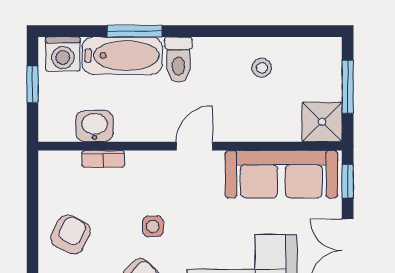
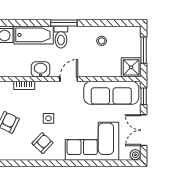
window: (135, 31) -> (64, 23), moved
washbasin: (95, 126) -> (41, 69), moved

